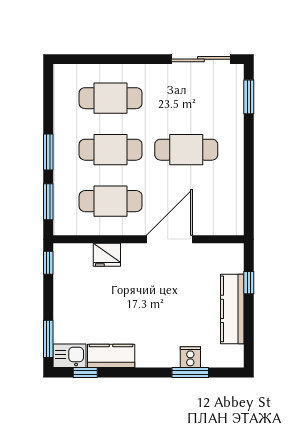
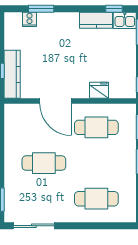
cafe table: (111, 150) -> (96, 163), removed
door: (169, 239) -> (56, 101), hinge flipped
kitchen counter: (232, 309) -> (12, 74), moved
cooker: (190, 357) -> (30, 19), moved

